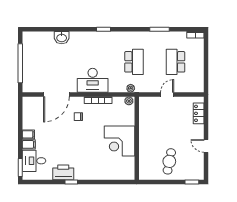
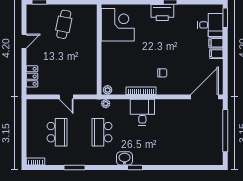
washbasin: (62, 38) -> (124, 158), moved
desk: (93, 80) -> (142, 112), width x0.73
door: (56, 94) -> (204, 97), moved
door: (167, 94) -> (66, 97), hinge flipped
corner desk: (119, 141) -> (118, 25), moved
door: (206, 146) -> (24, 41), hinge flipped
printer: (63, 172) -> (162, 12), moved

